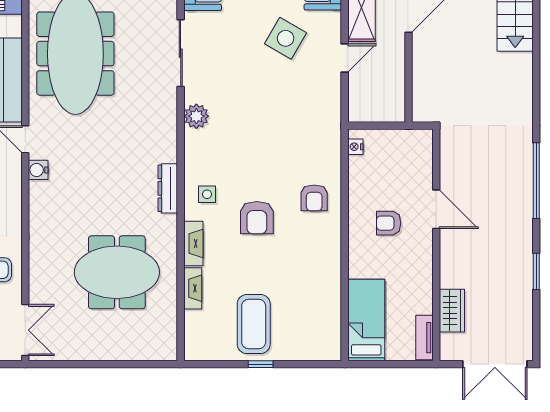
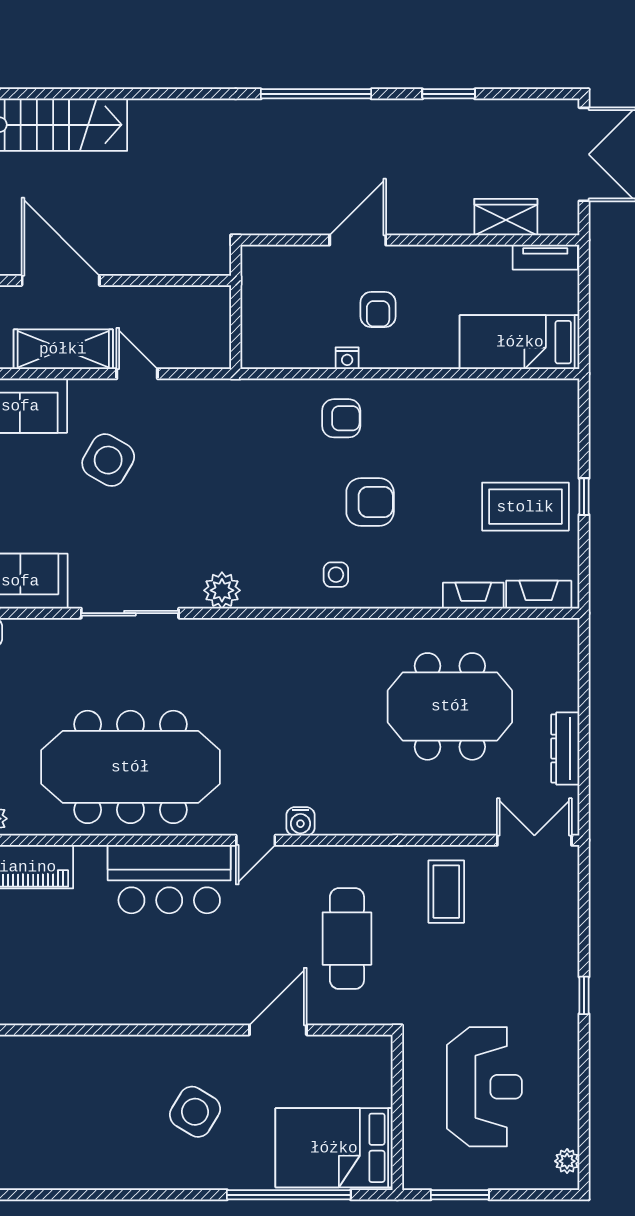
nightstand: (355, 147) -> (347, 358), moved
dresser: (168, 188) -> (565, 748), moved, turned 90
fireplace: (193, 243) -> (539, 595), moved
meeting table: (117, 272) -> (450, 706), turned 90

